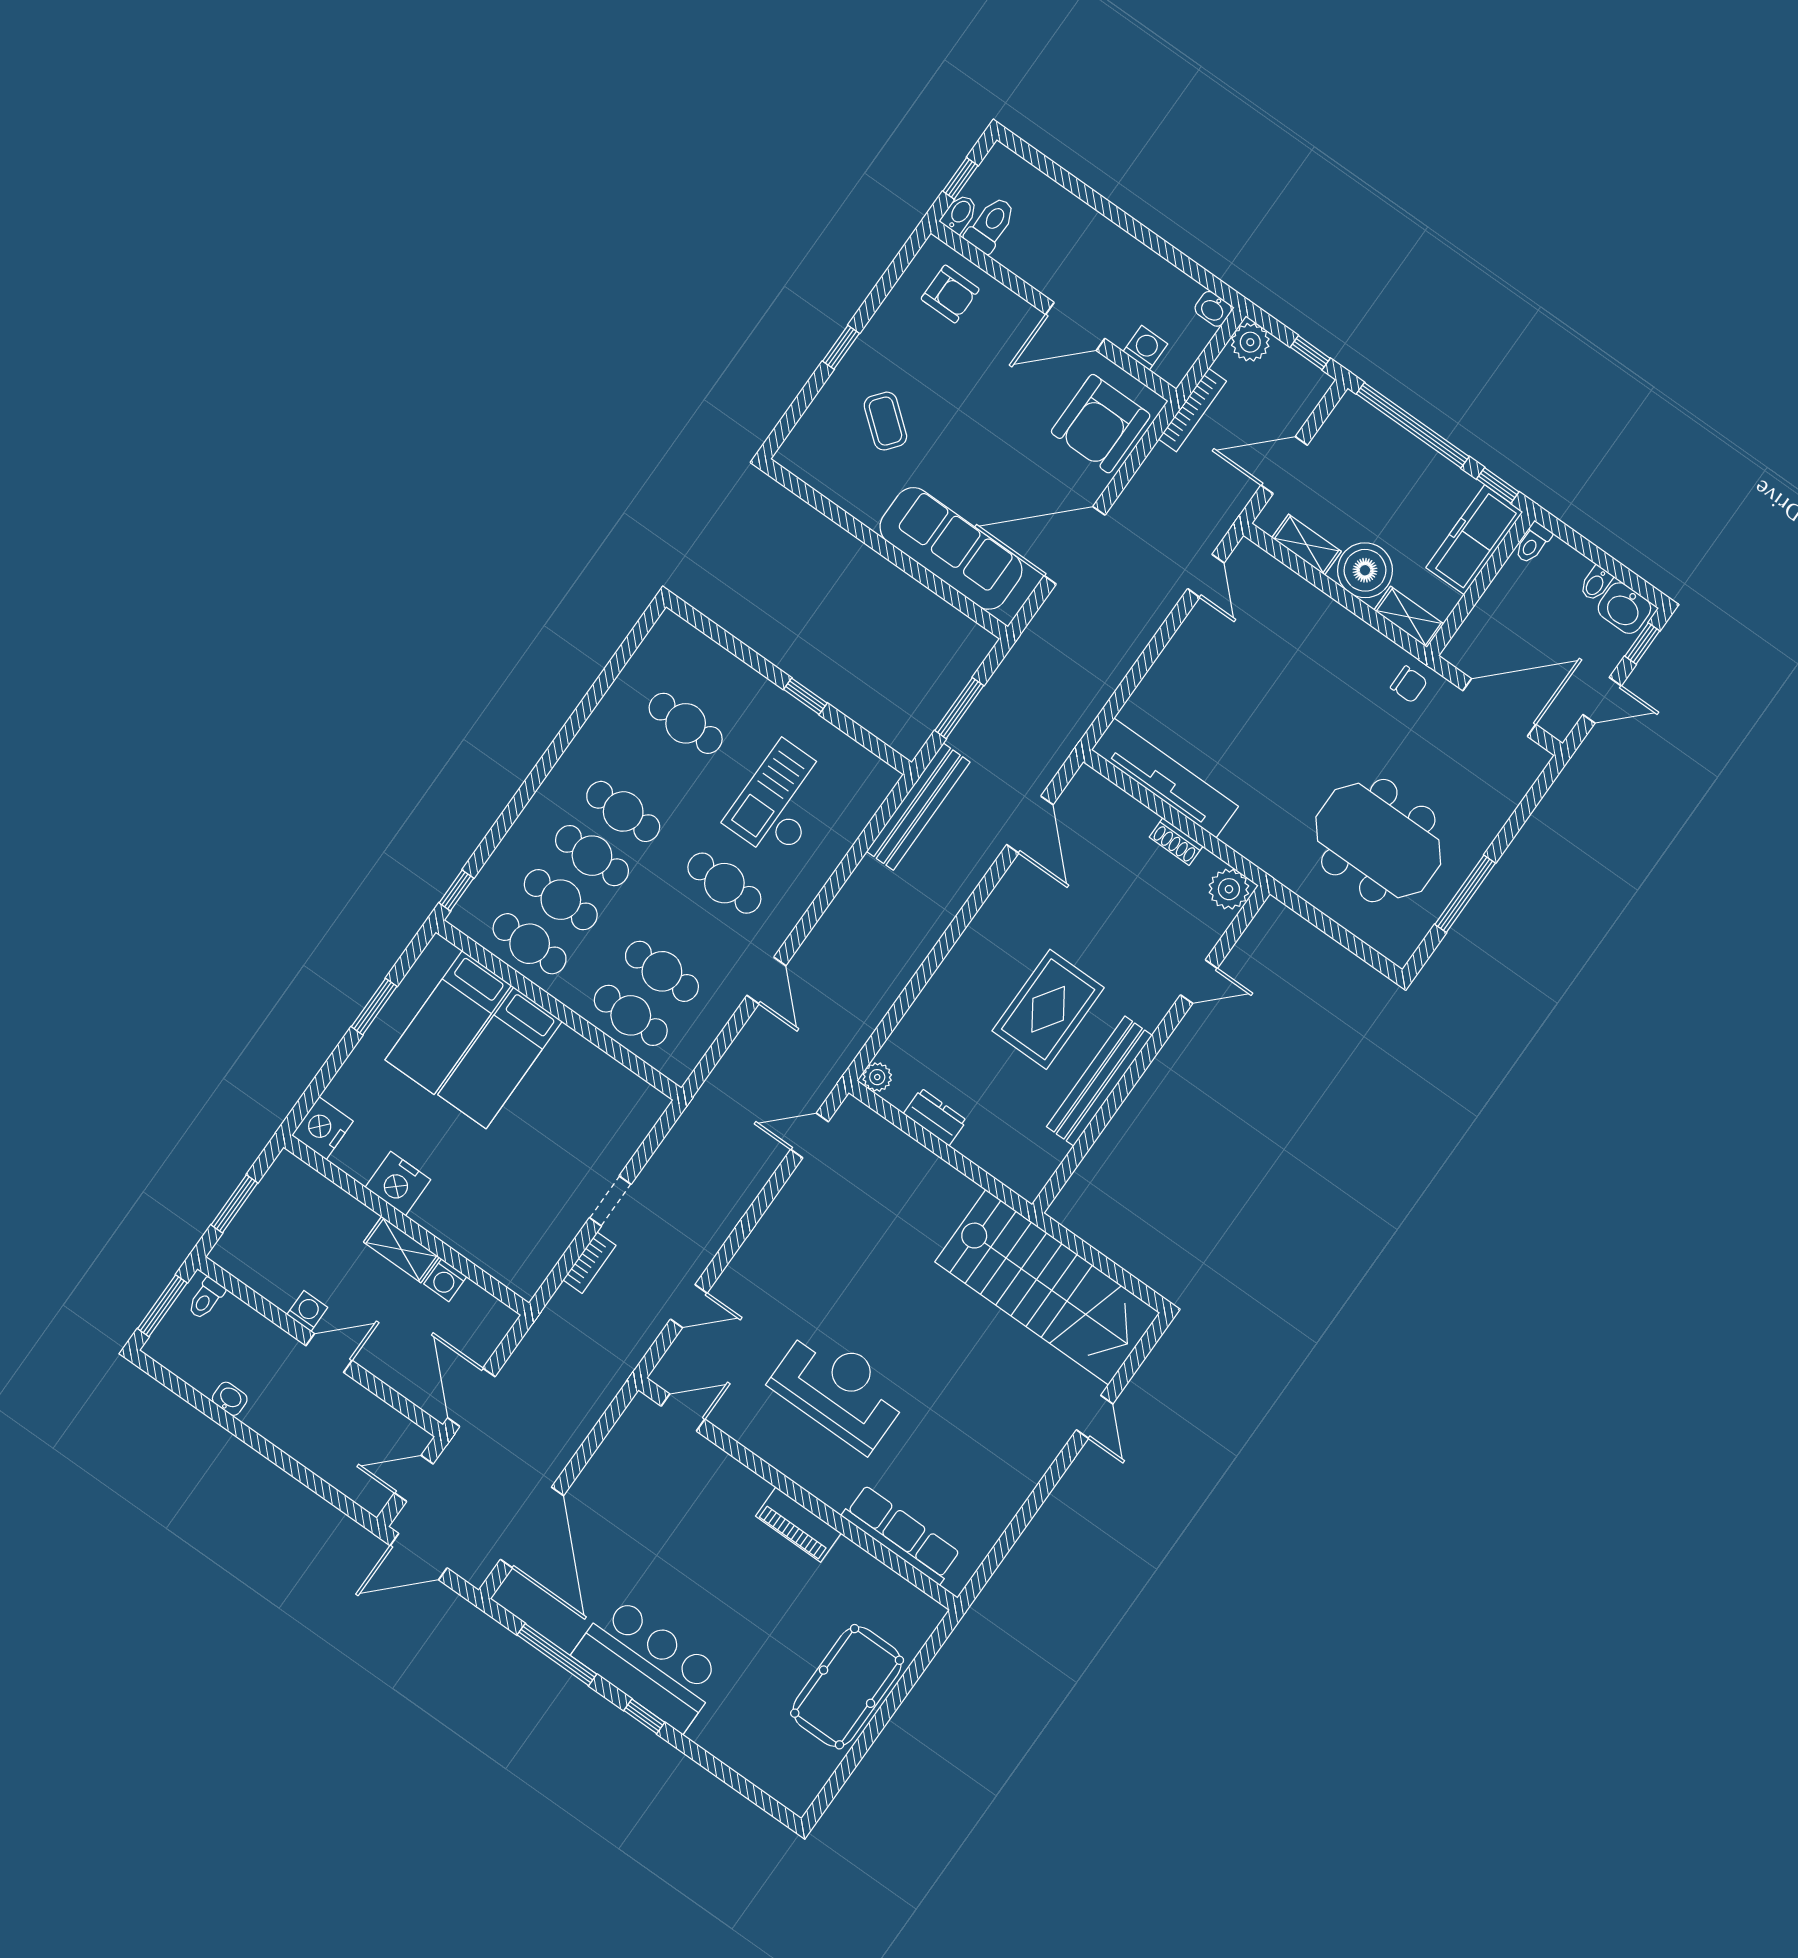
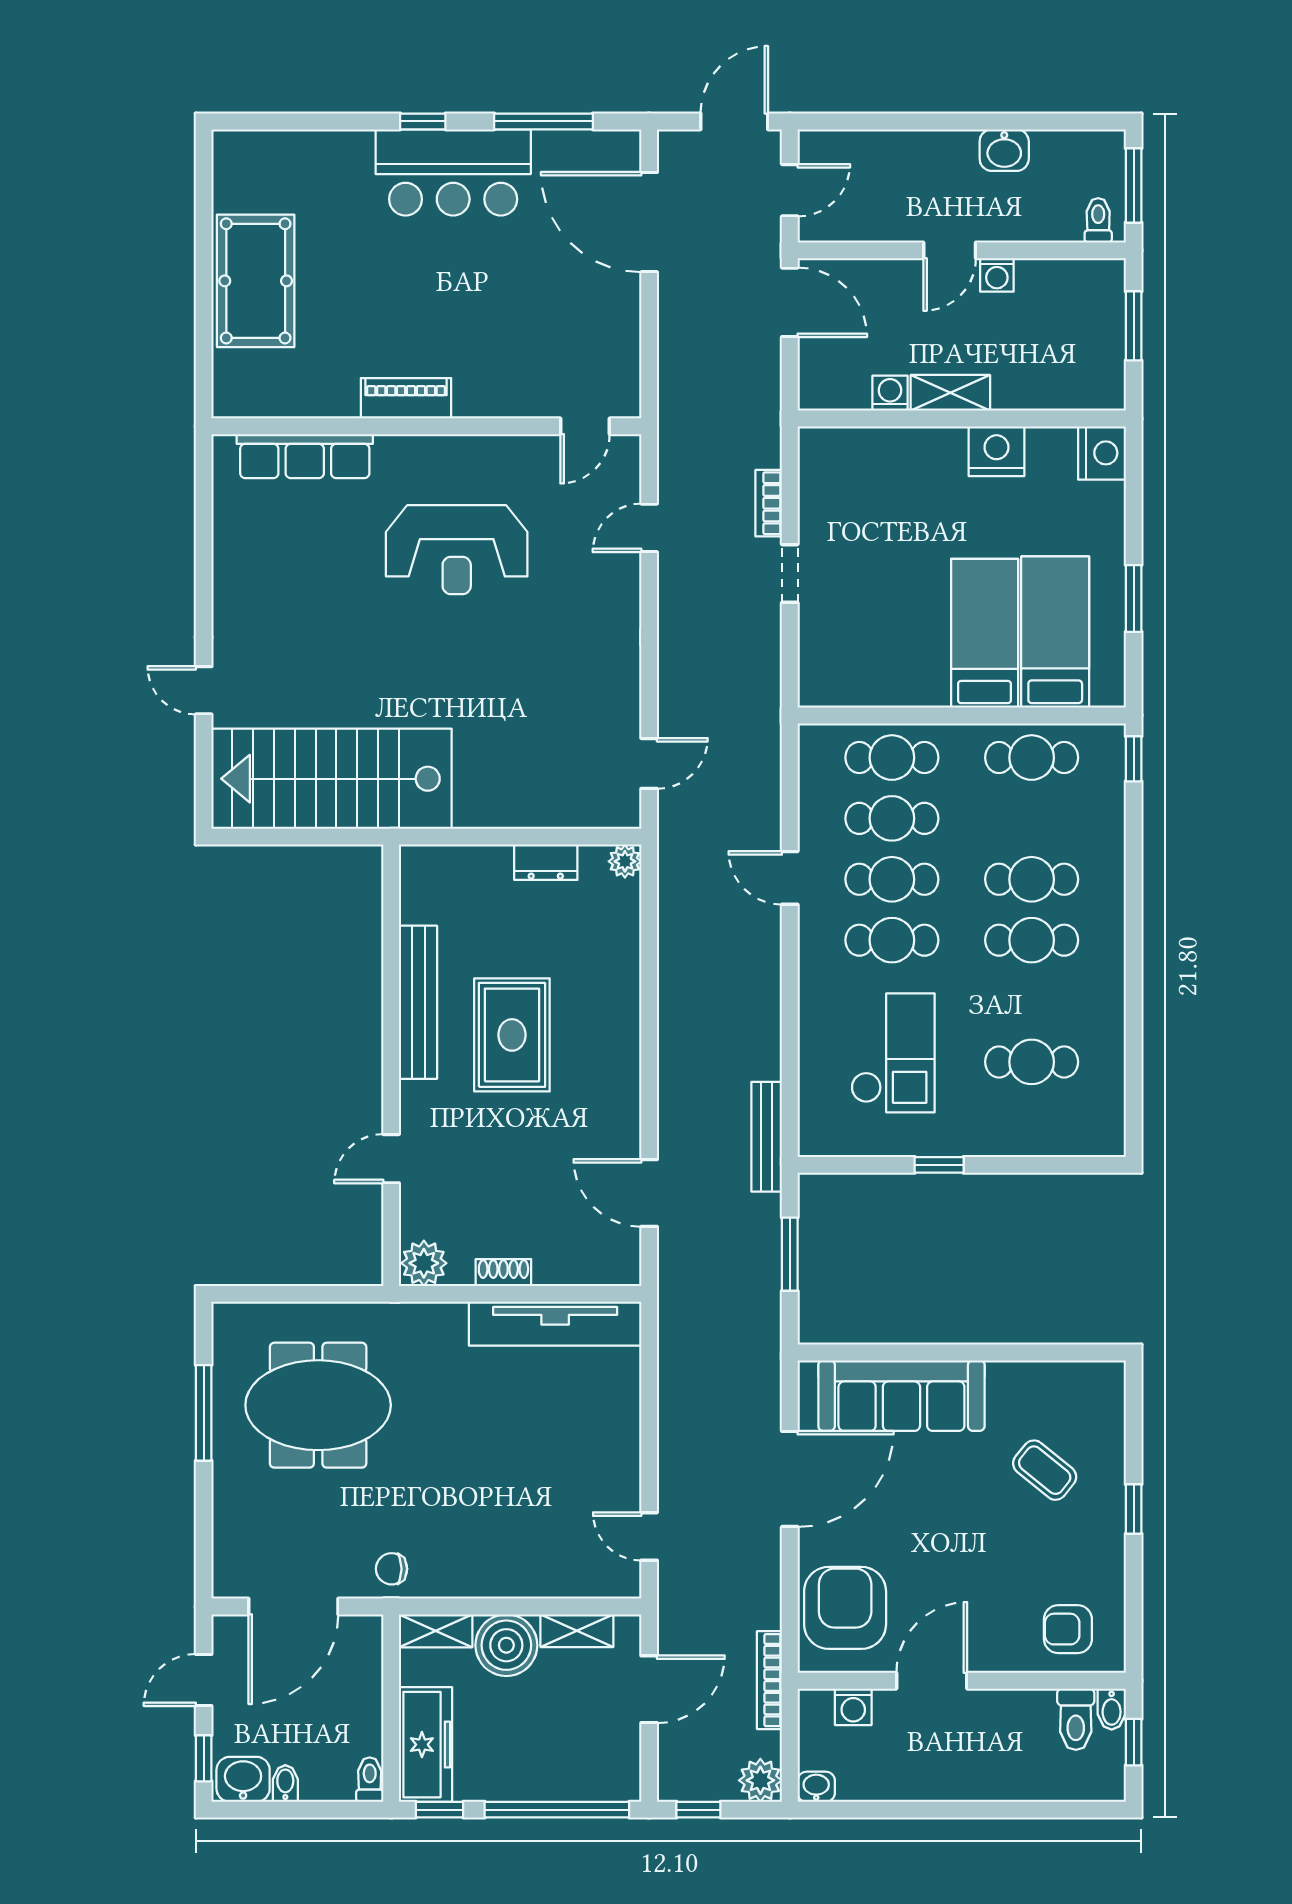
bench: (918, 807) -> (767, 1137), width x0.73, depth x0.82
cafe table: (561, 900) -> (892, 879), moved
washbasin: (230, 1399) -> (1004, 150), width x1.38, depth x1.45

